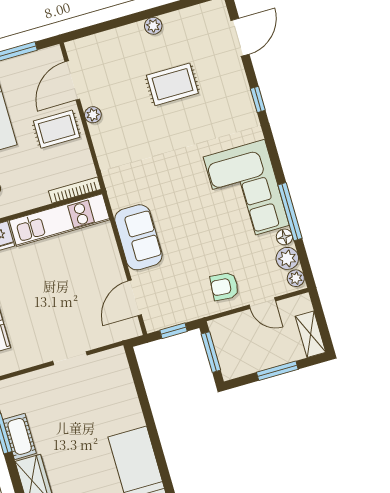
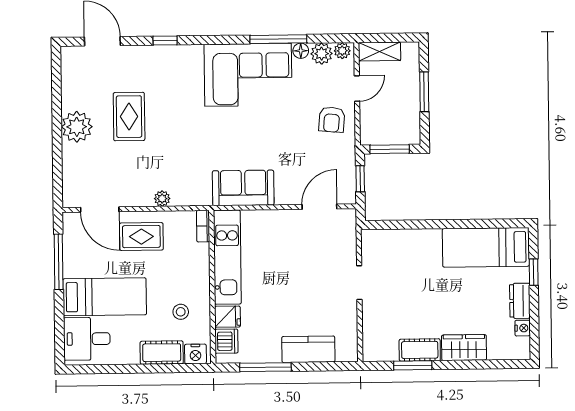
plant: (153, 26) -> (77, 127), width x1.88, depth x1.88
plant: (93, 115) -> (162, 199), moved
rug: (57, 129) -> (141, 237), turned 90
bookcase: (75, 190) -> (203, 226), width x0.64
sofa: (138, 237) -> (243, 188), moved
door: (135, 298) -> (319, 207), swing flipped
shelving: (311, 334) -> (380, 52), moved

